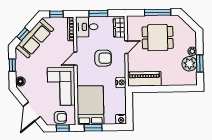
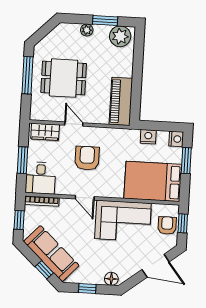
dining table: (158, 38) -> (64, 78), turned 90
plant: (189, 64) -> (120, 36), moved
nightstand: (121, 83) -> (148, 137), moved
window: (93, 128) -> (186, 161), moved

